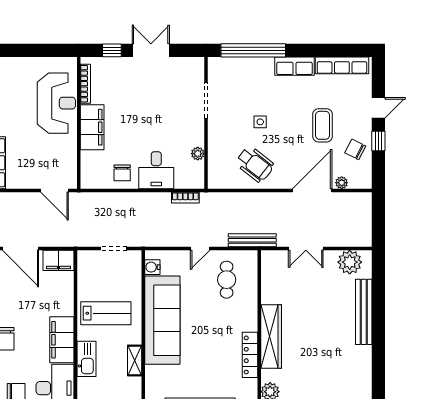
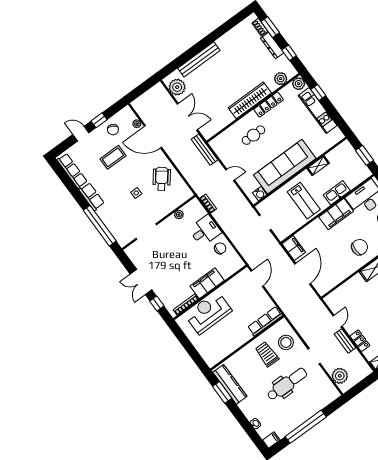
double door: (306, 248) -> (187, 117), width x1.37
cafe table: (227, 280) -> (253, 135), moved
lab bench: (106, 313) -> (304, 201), turned 180

